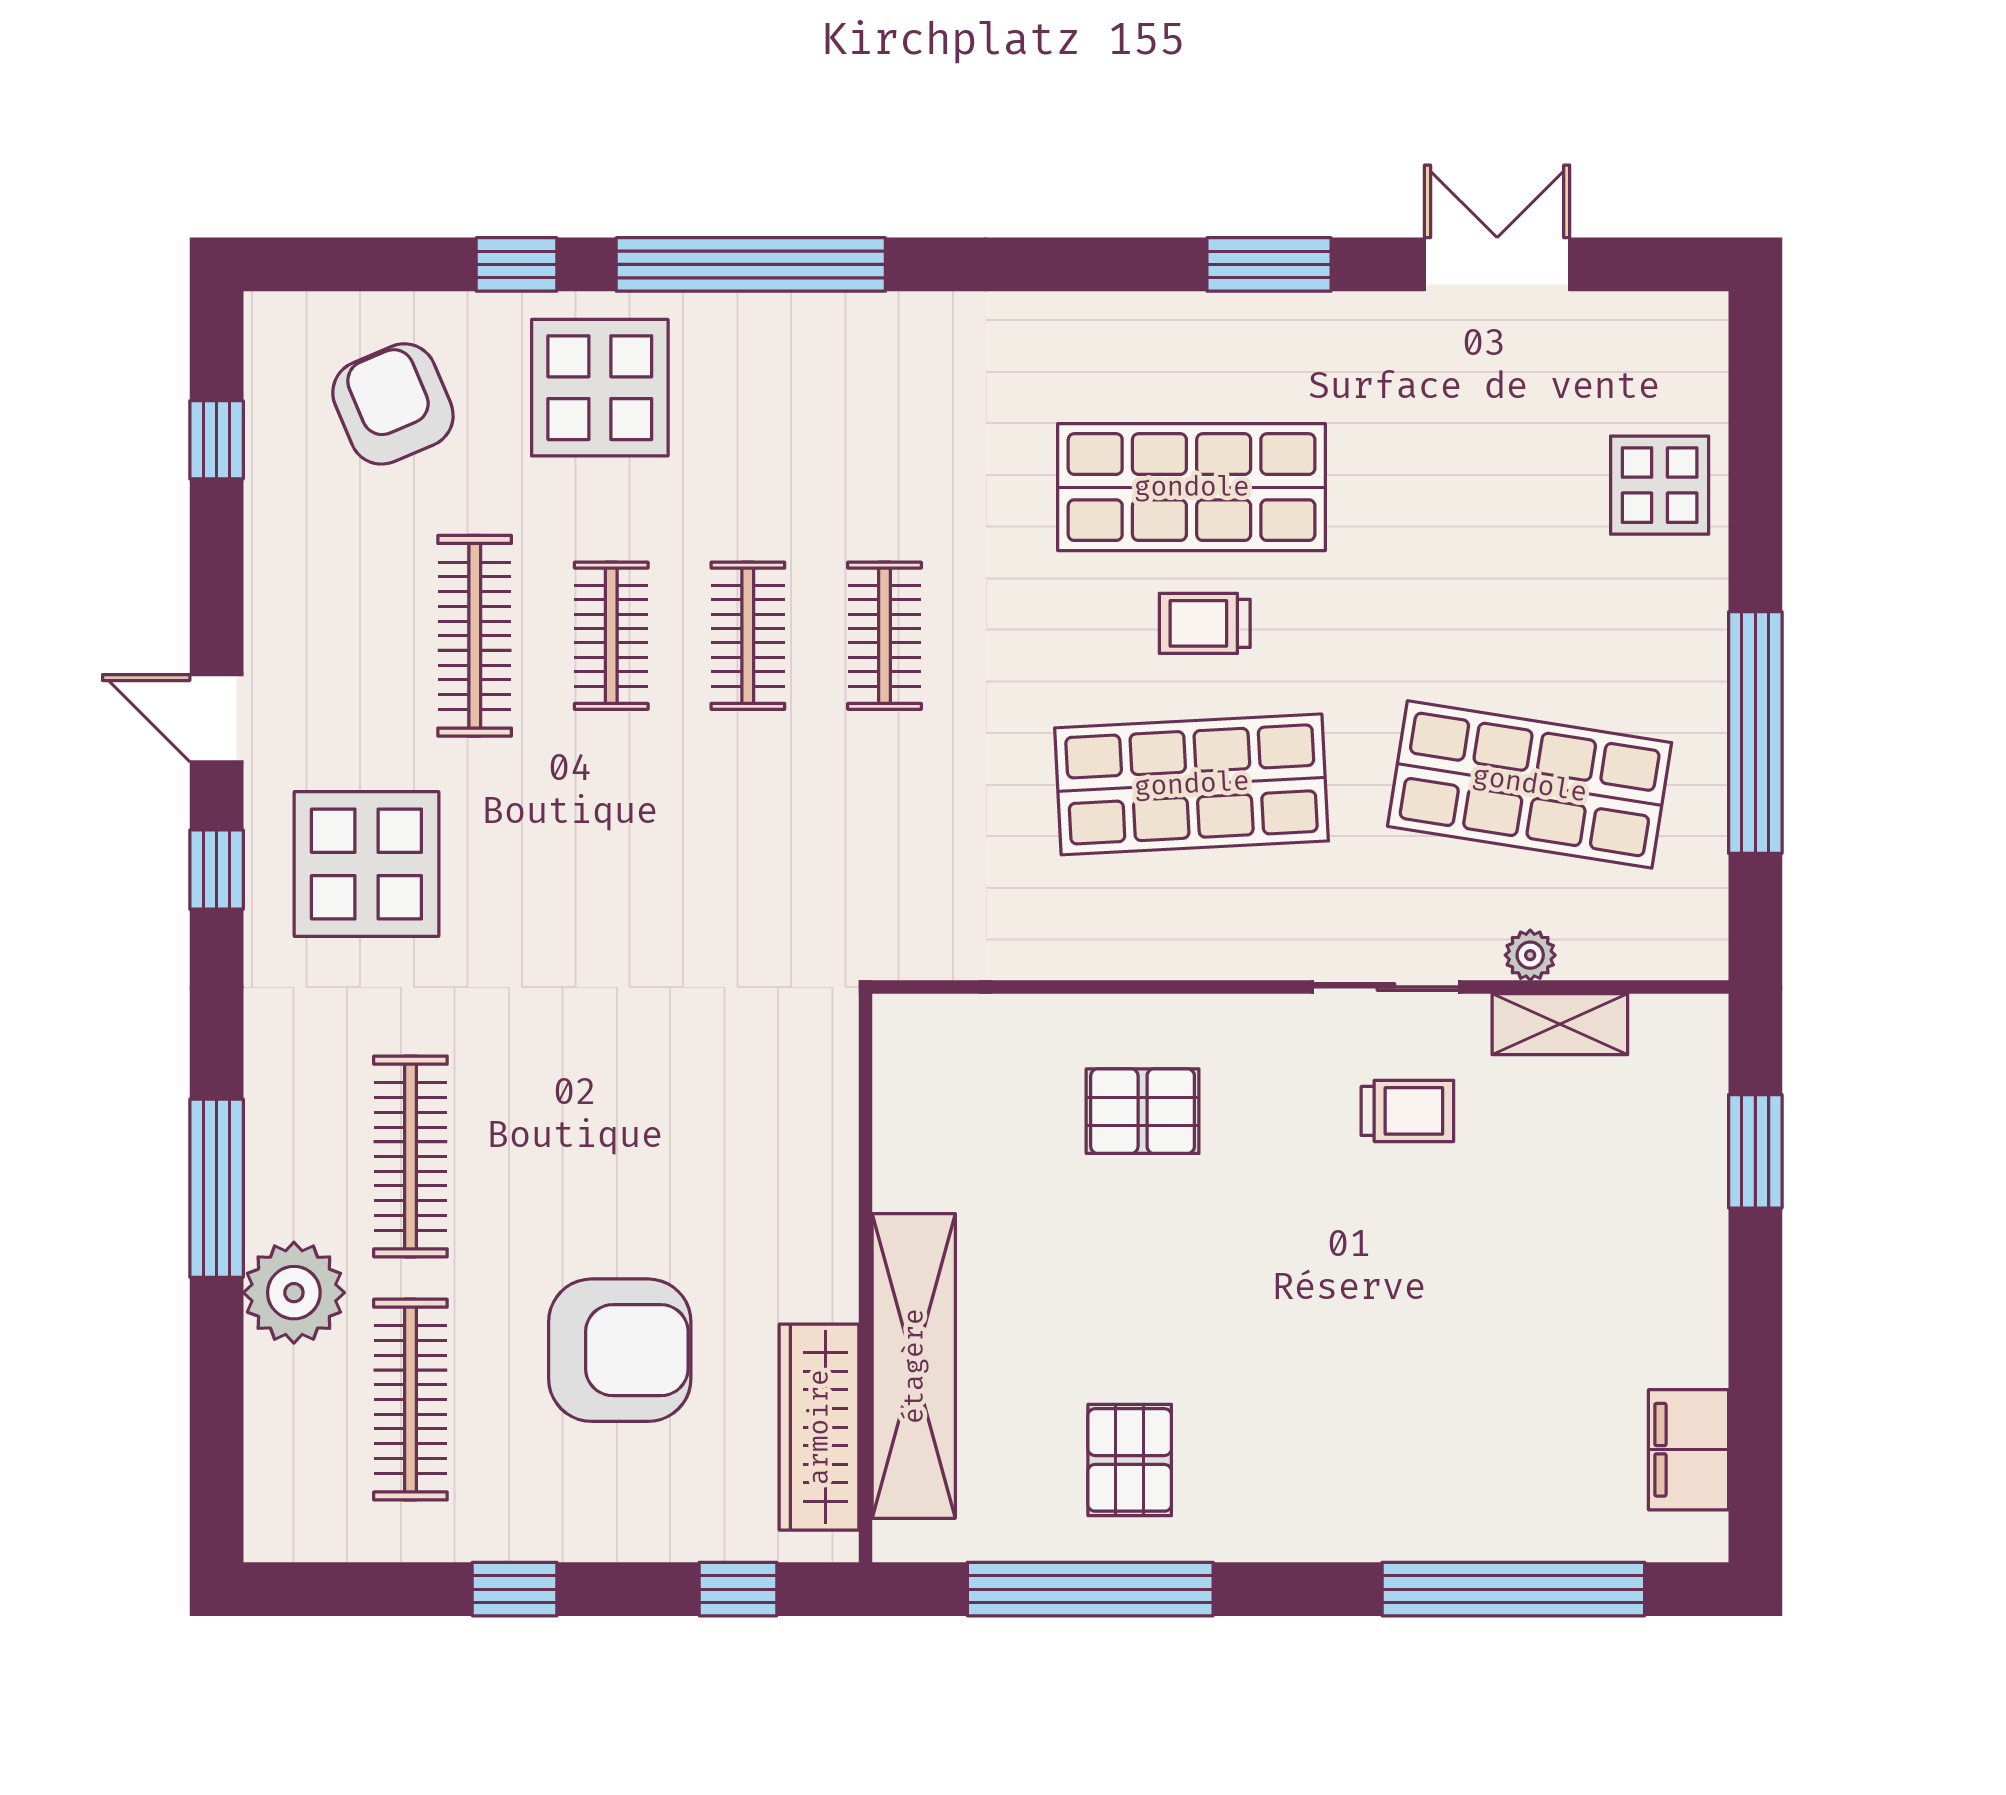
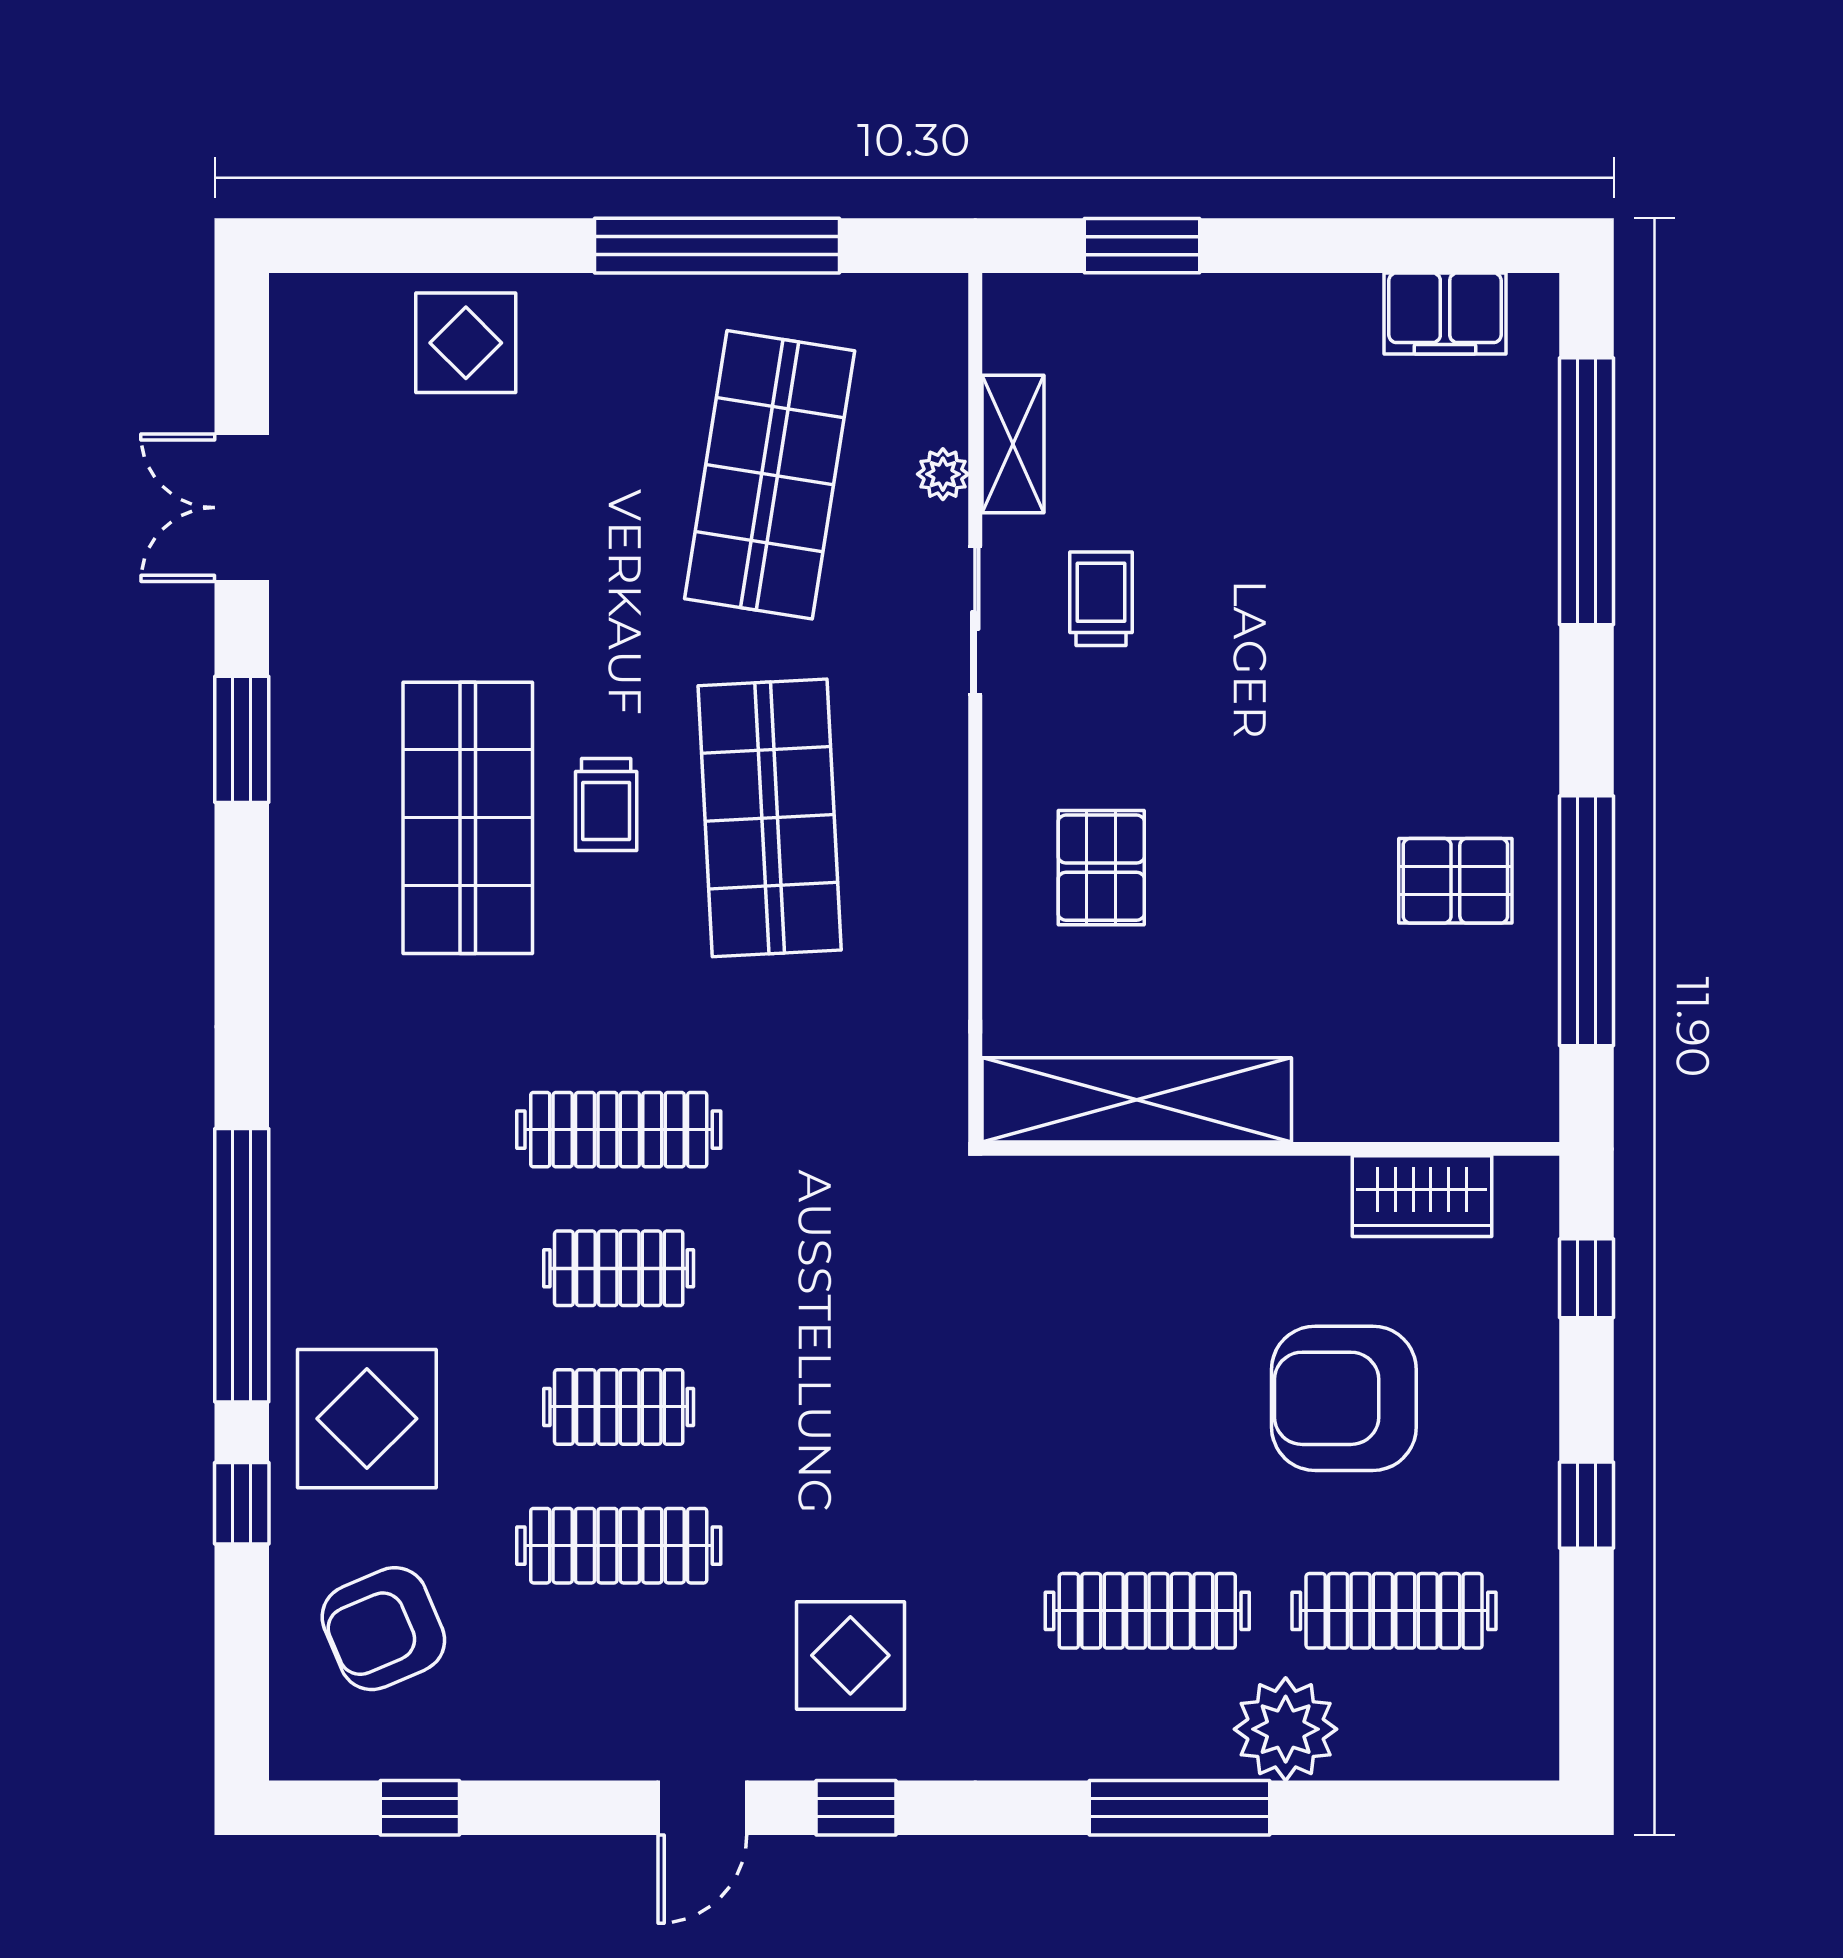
clothes rail: (884, 636) -> (619, 1130), width x1.36
display table: (366, 864) -> (850, 1655), width x0.73, depth x0.73
armchair: (620, 1350) -> (1344, 1398), turned -90
shelving: (914, 1366) -> (1137, 1100), moved
wardrobe: (819, 1427) -> (1422, 1196), width x0.67

